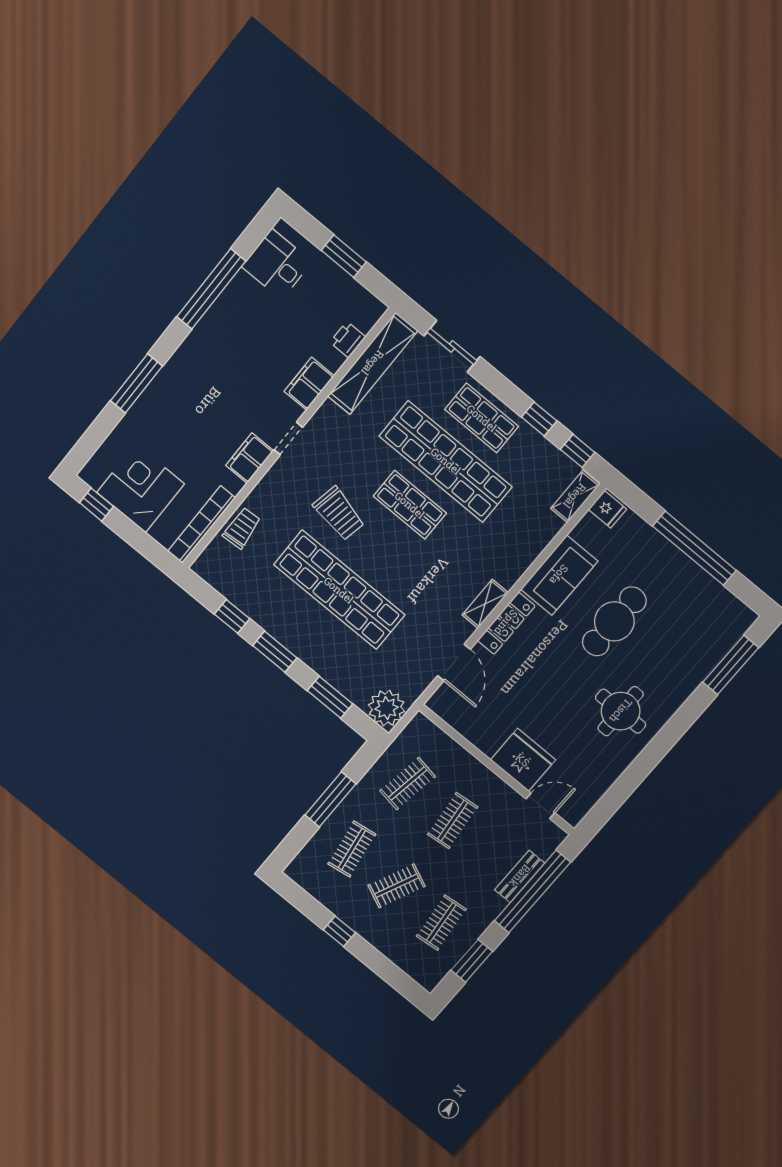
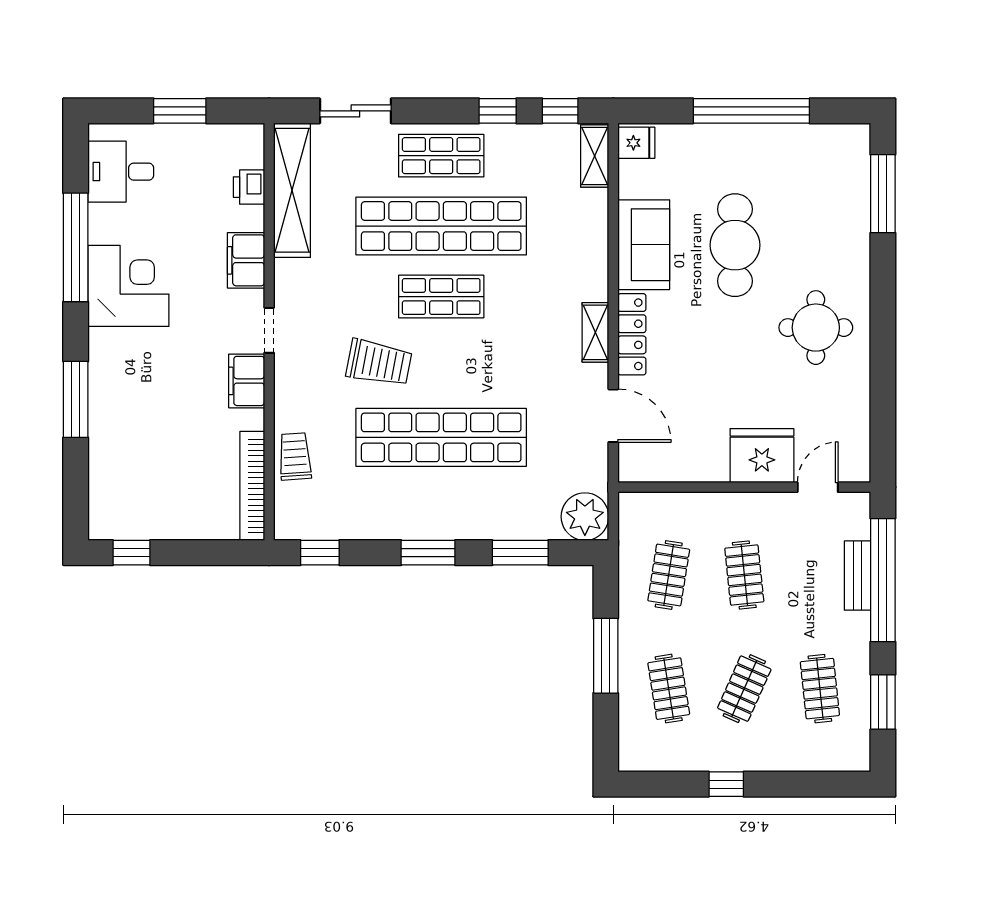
corner desk: (141, 488) -> (128, 286), moved, turned 90
window: (232, 616) -> (320, 553), moved

